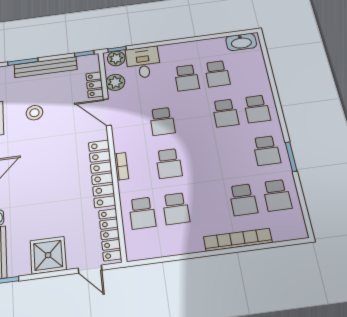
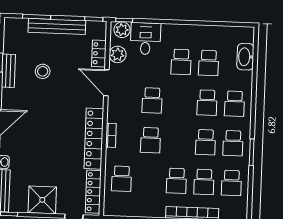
washbasin: (241, 42) -> (245, 57), moved, turned 90
school desk: (234, 155) -> (206, 142), added
school desk: (176, 209) -> (177, 181), moved

